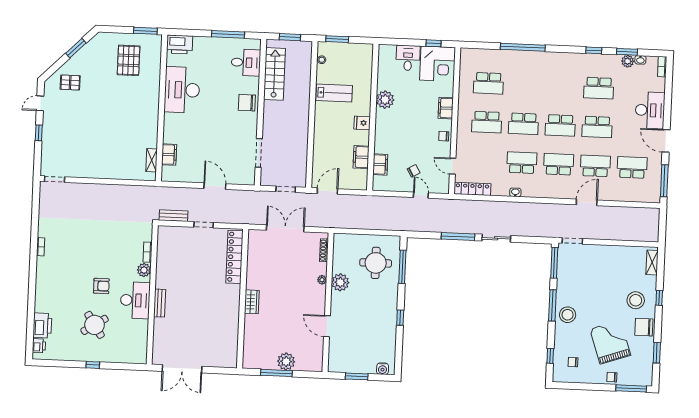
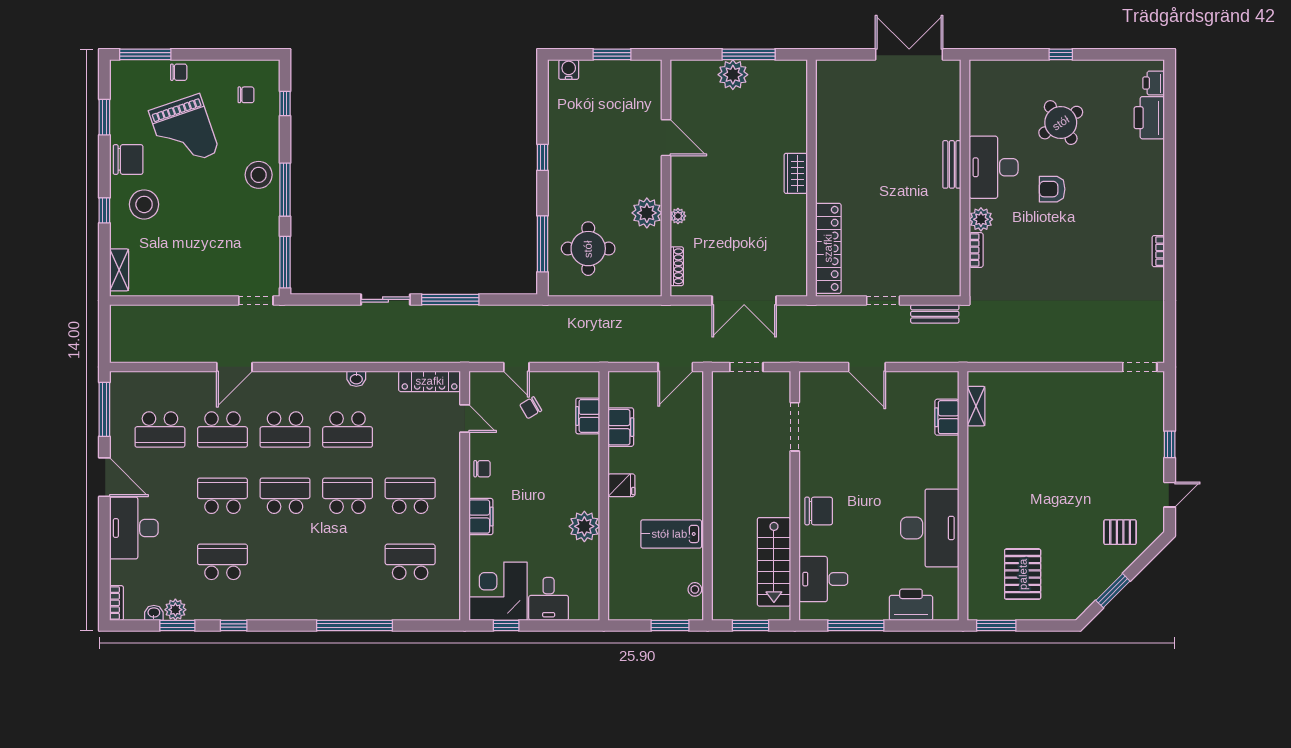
printer: (180, 45) -> (911, 605), moved

